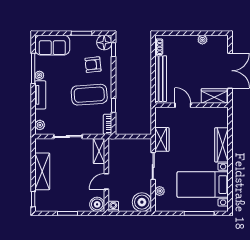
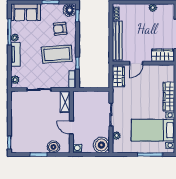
door: (183, 105) -> (136, 63), swing flipped
wardrobe: (162, 139) -> (118, 77), moved
shelving: (42, 171) -> (17, 119), removed
door: (106, 181) -> (71, 128), hinge flipped
boiler: (97, 204) -> (53, 147), moved

